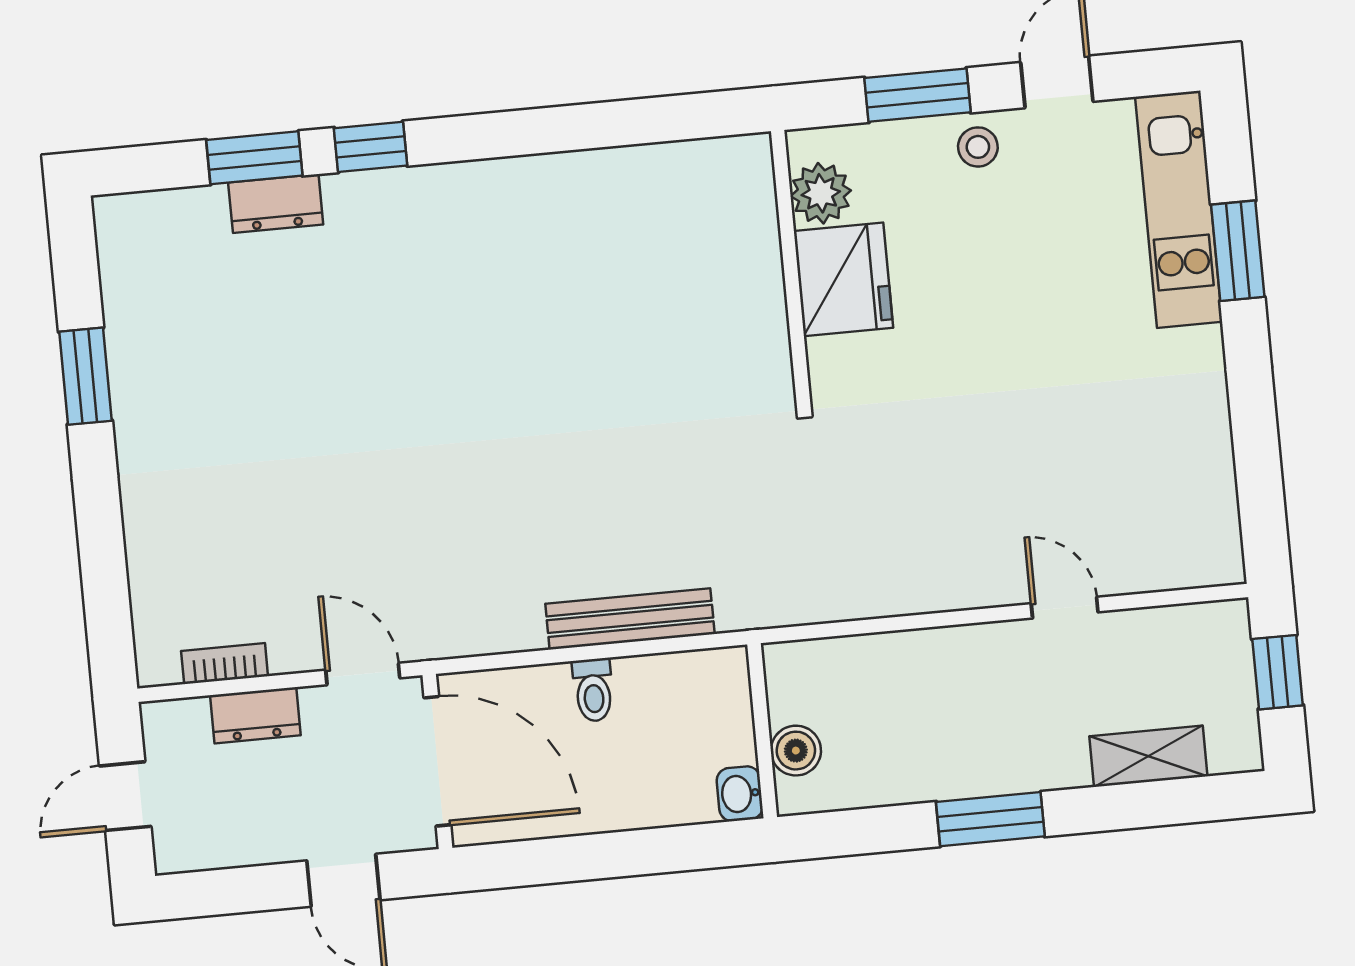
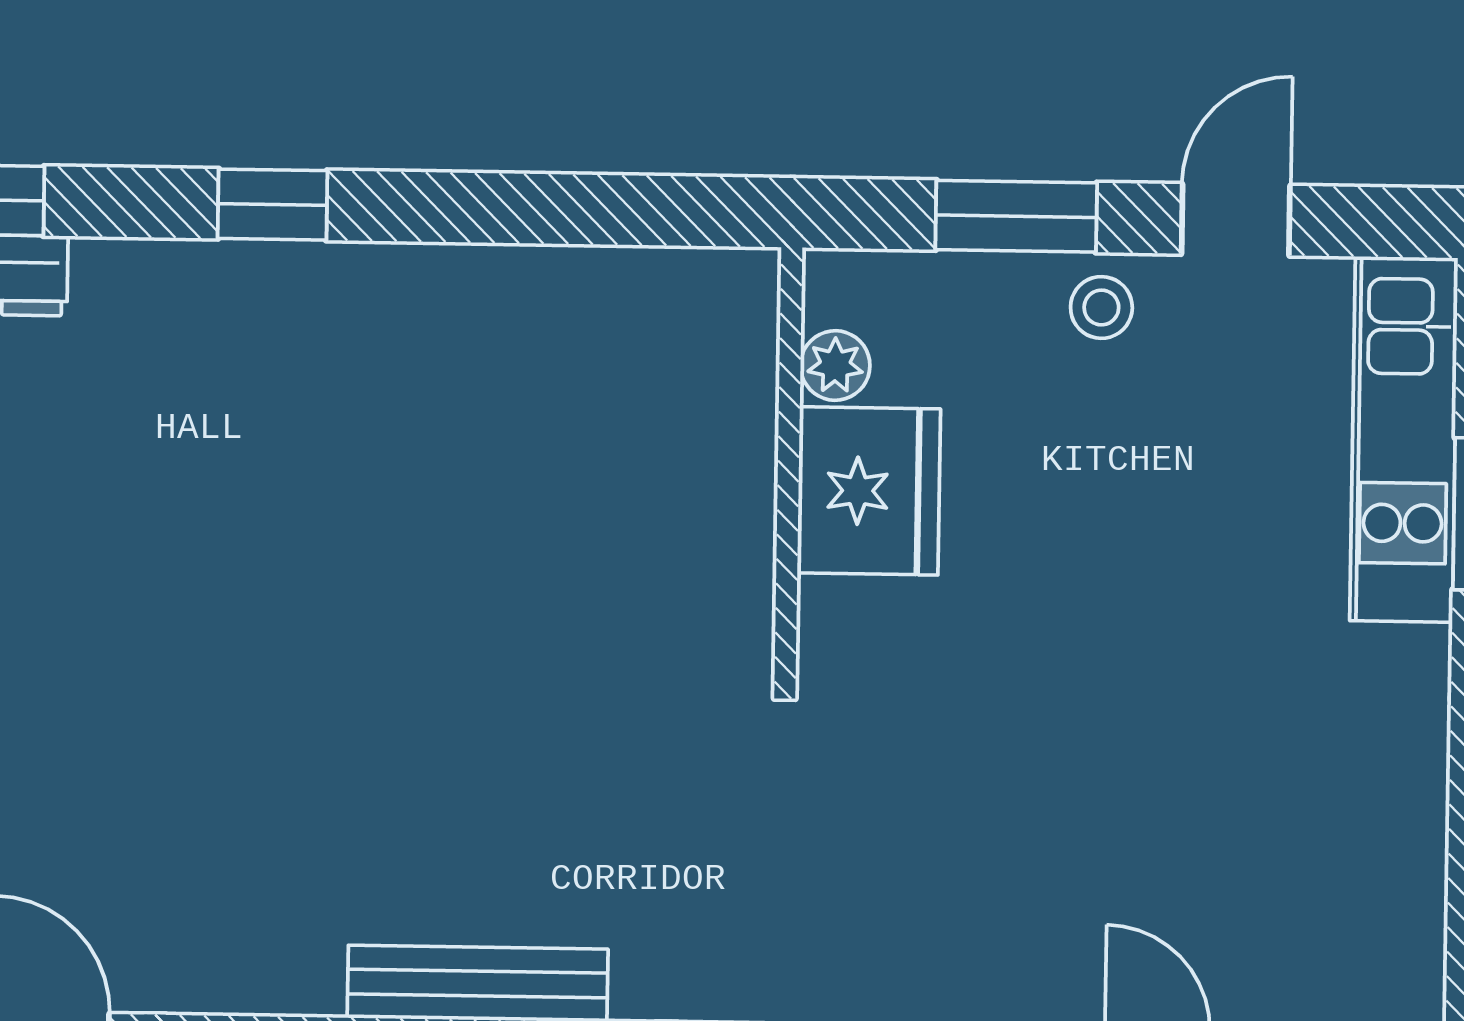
window: (371, 147) -> (273, 205), moved
plant: (821, 193) -> (835, 365), width x0.73, depth x0.73

